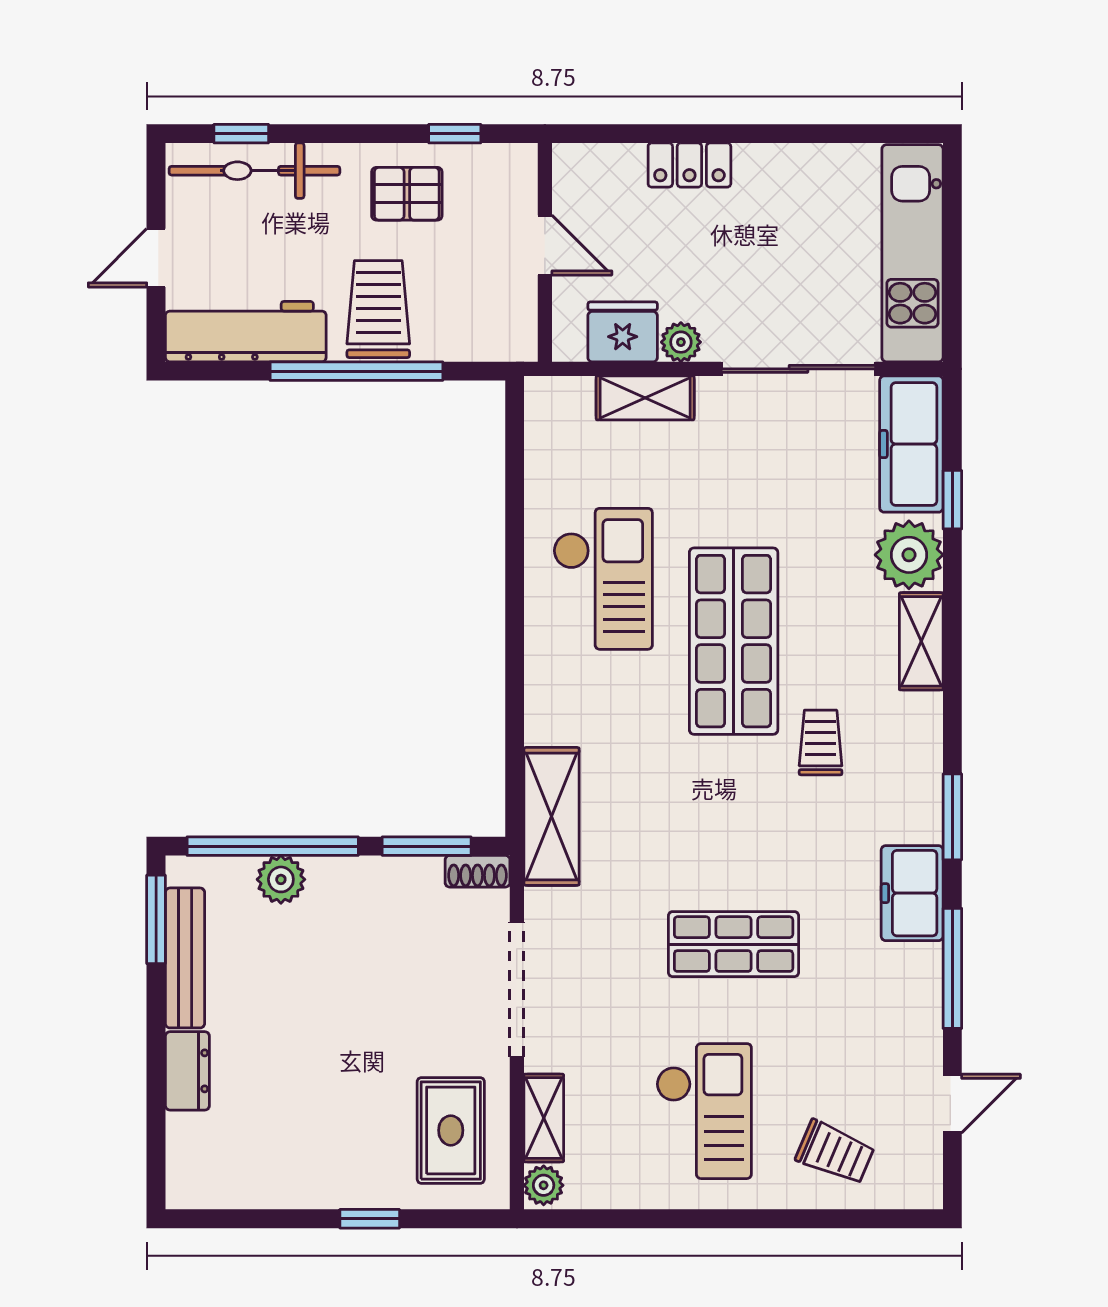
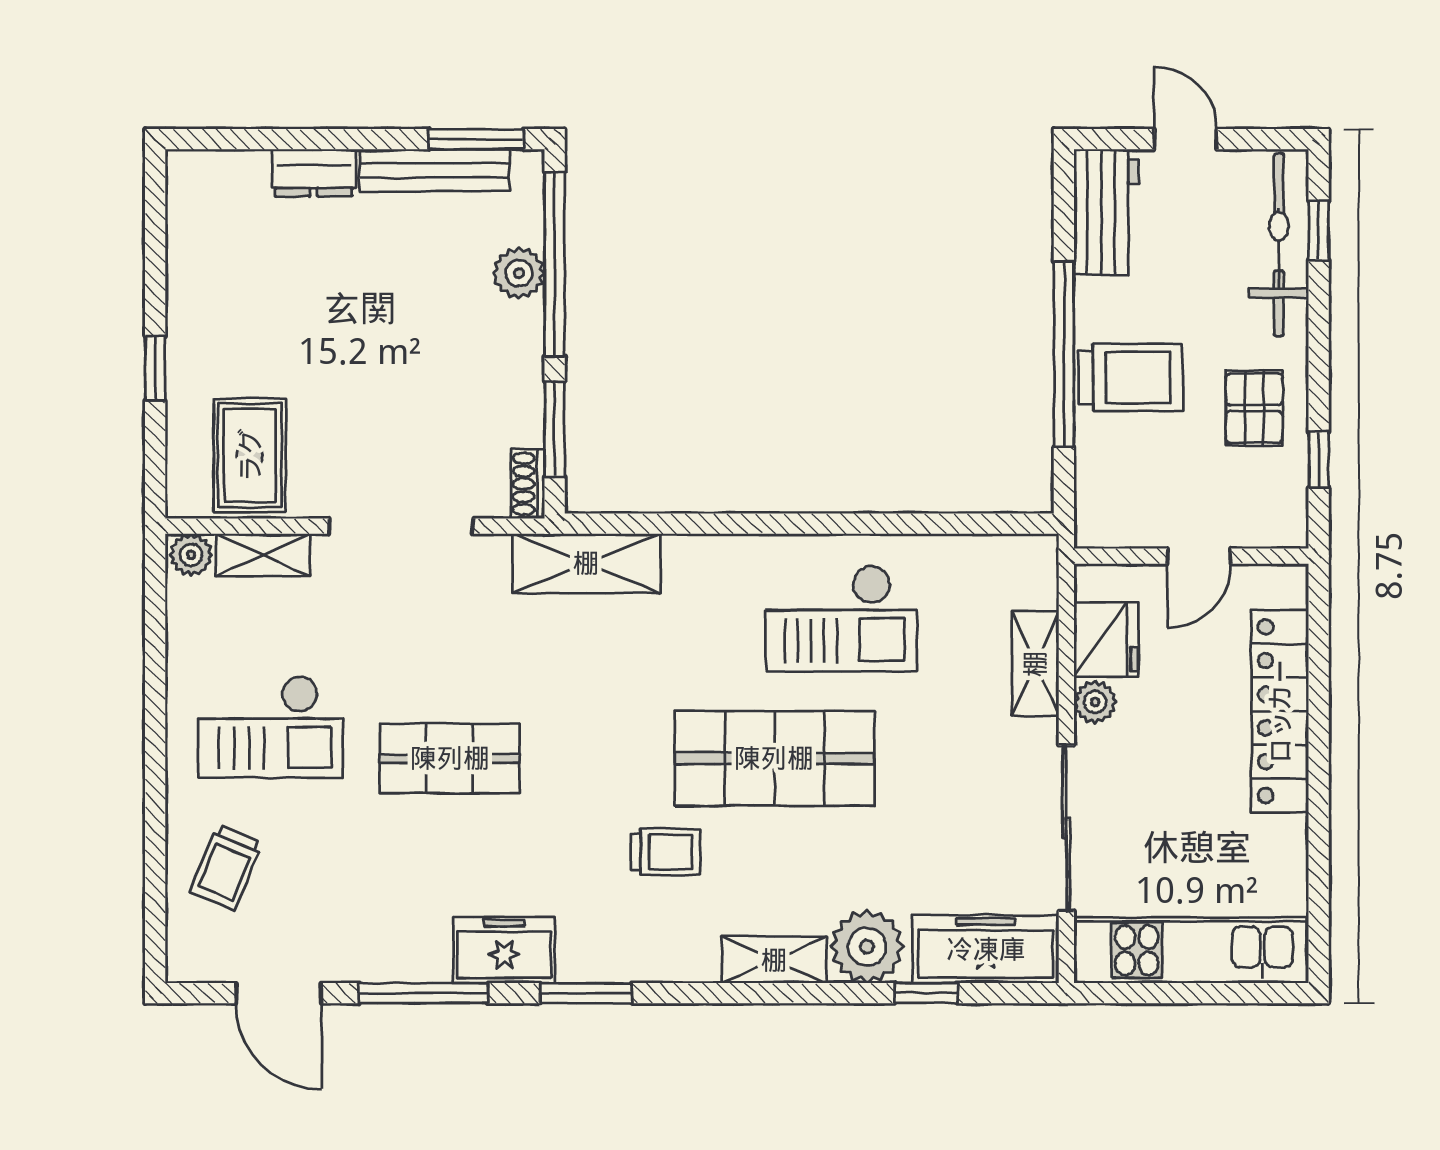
locker: (689, 165) -> (1280, 711), width x2.16, depth x1.21
workbench: (246, 332) -> (1106, 212), width x0.73
shop shelf: (734, 944) -> (450, 758), turned 90
door: (952, 1104) -> (279, 993), width x1.38
rug: (451, 1130) -> (250, 455), turned 90

